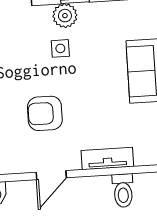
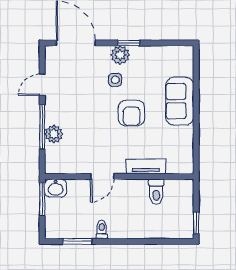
armchair: (45, 113) -> (131, 113), moved, turned -90

